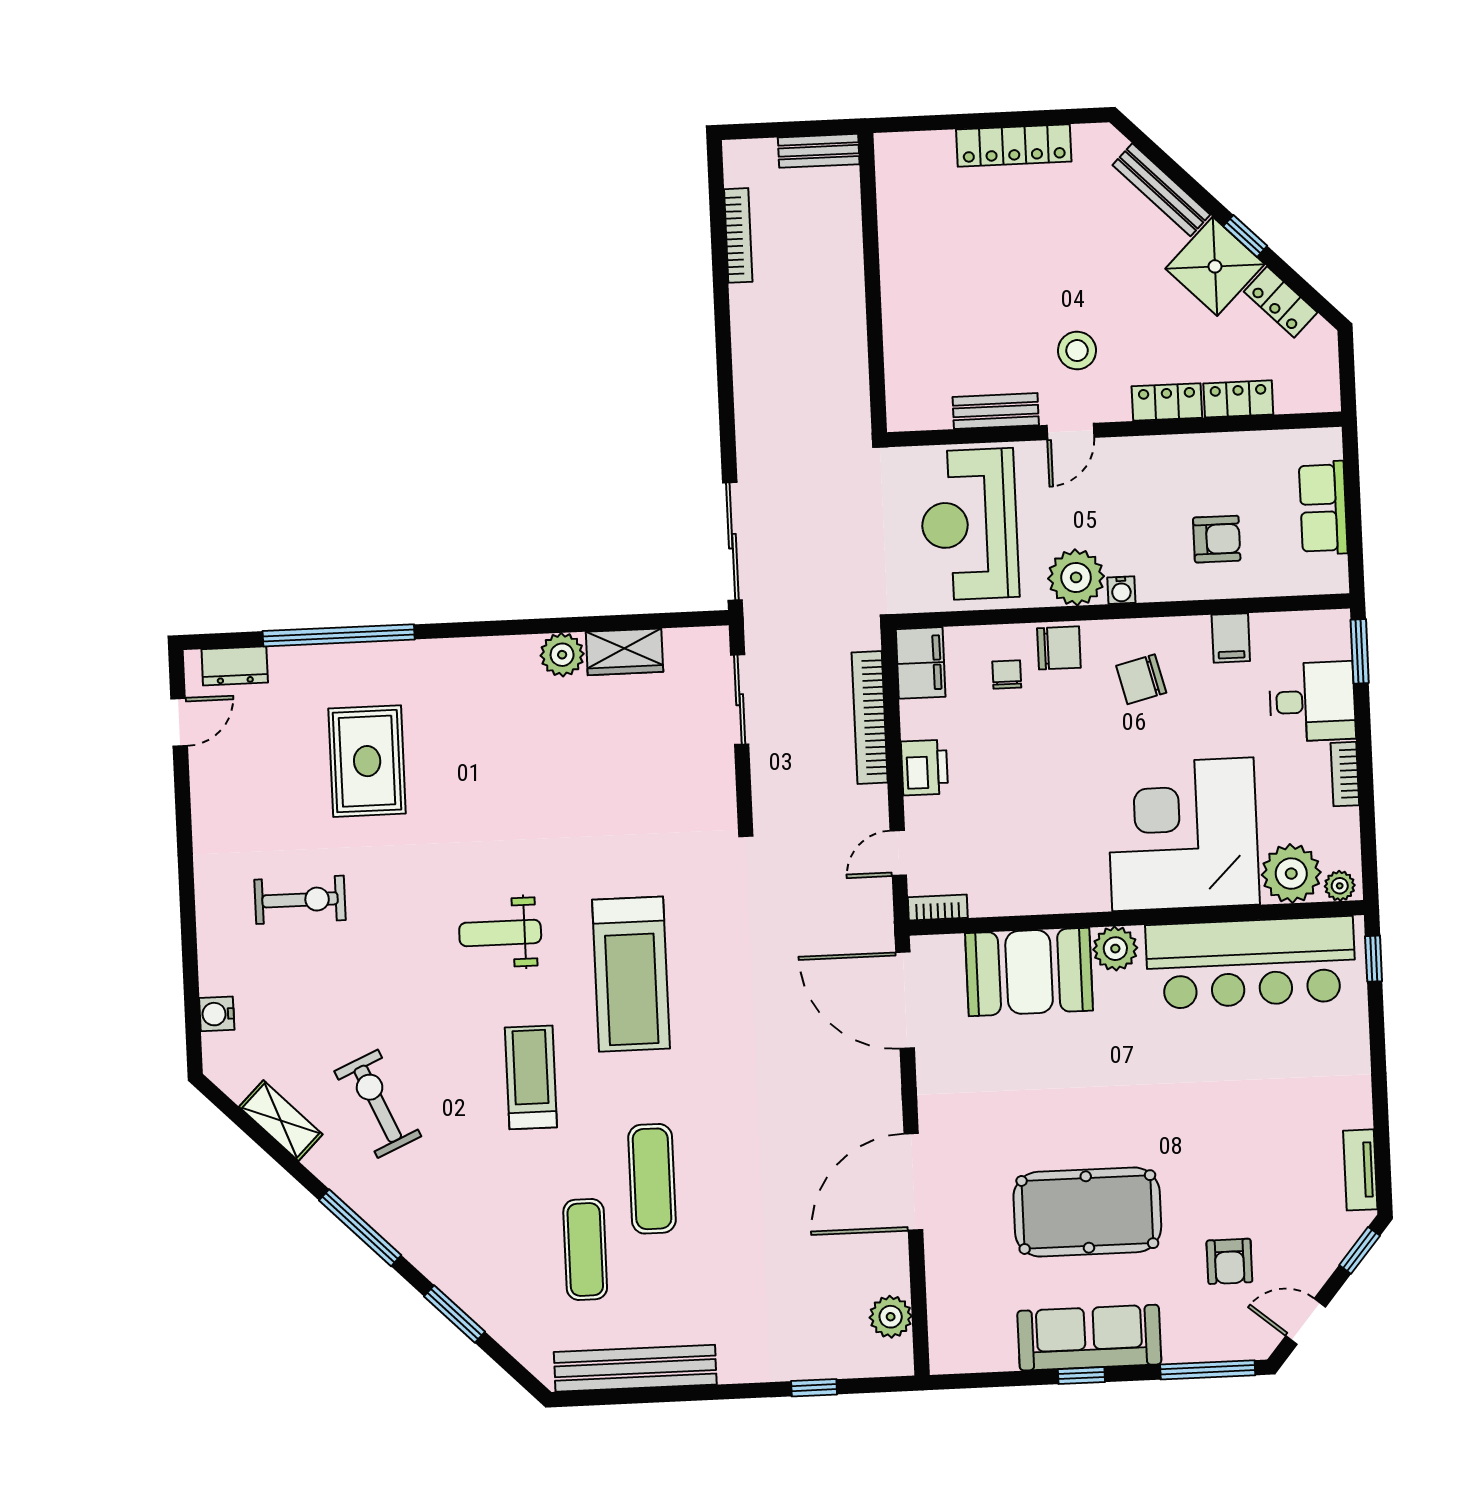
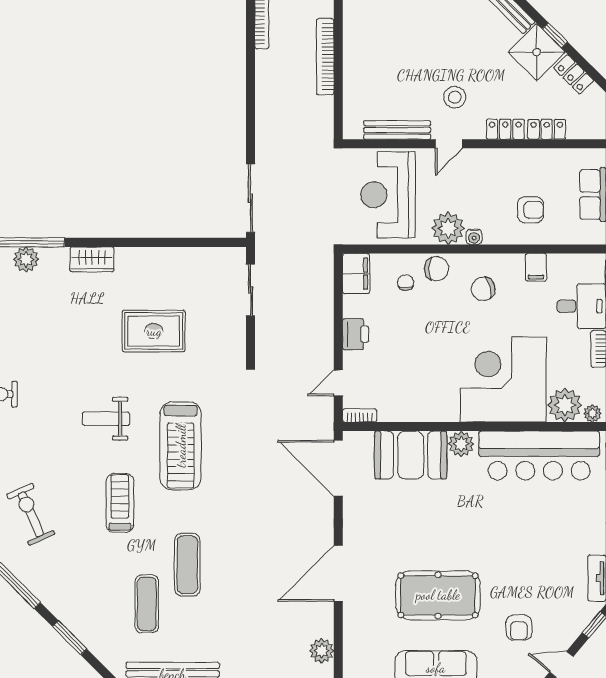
bench: (996, 411) -> (397, 130), width x1.36
wardrobe: (625, 652) -> (92, 259), moved
plant: (562, 655) -> (26, 259), moved
bookcase: (870, 718) -> (325, 57), moved
rug: (367, 761) -> (154, 331), moved, turned 90

